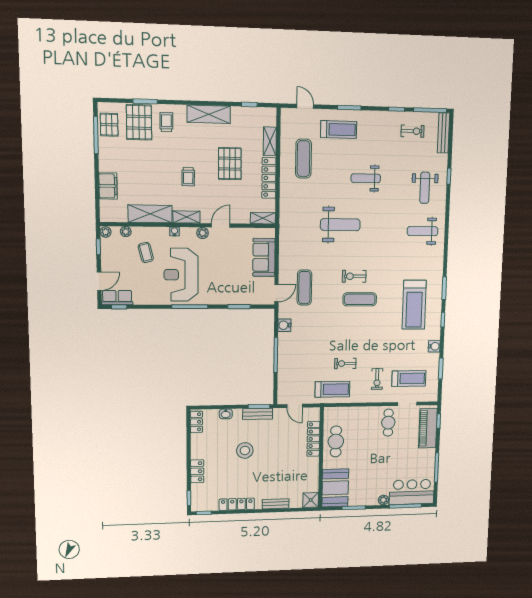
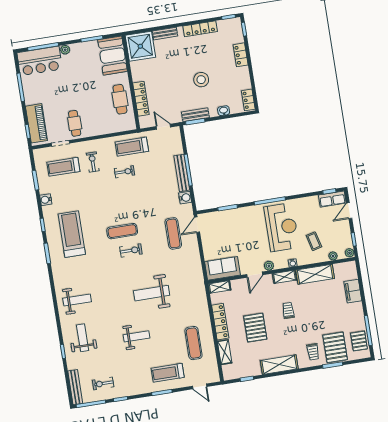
sofa: (264, 257) -> (222, 268), moved, turned -90
bench: (283, 353) -> (182, 173), added
shower: (311, 500) -> (140, 46), width x1.86, depth x1.86

